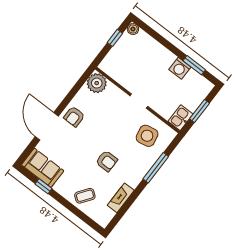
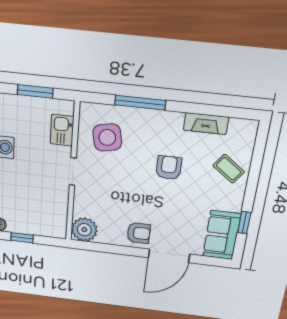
kitchen sink: (180, 118) -> (62, 130), moved, turned 90

